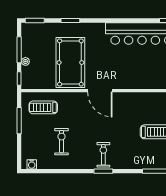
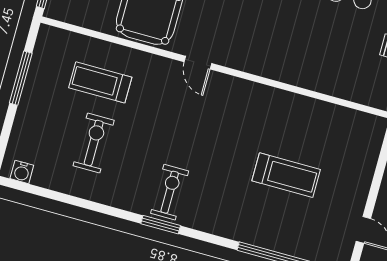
door: (100, 91) -> (198, 63), width x0.53
treadmill: (43, 107) -> (100, 82), moved

